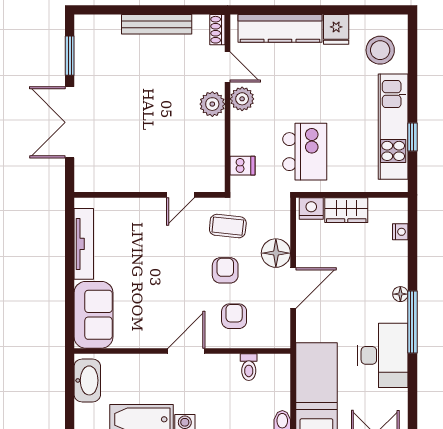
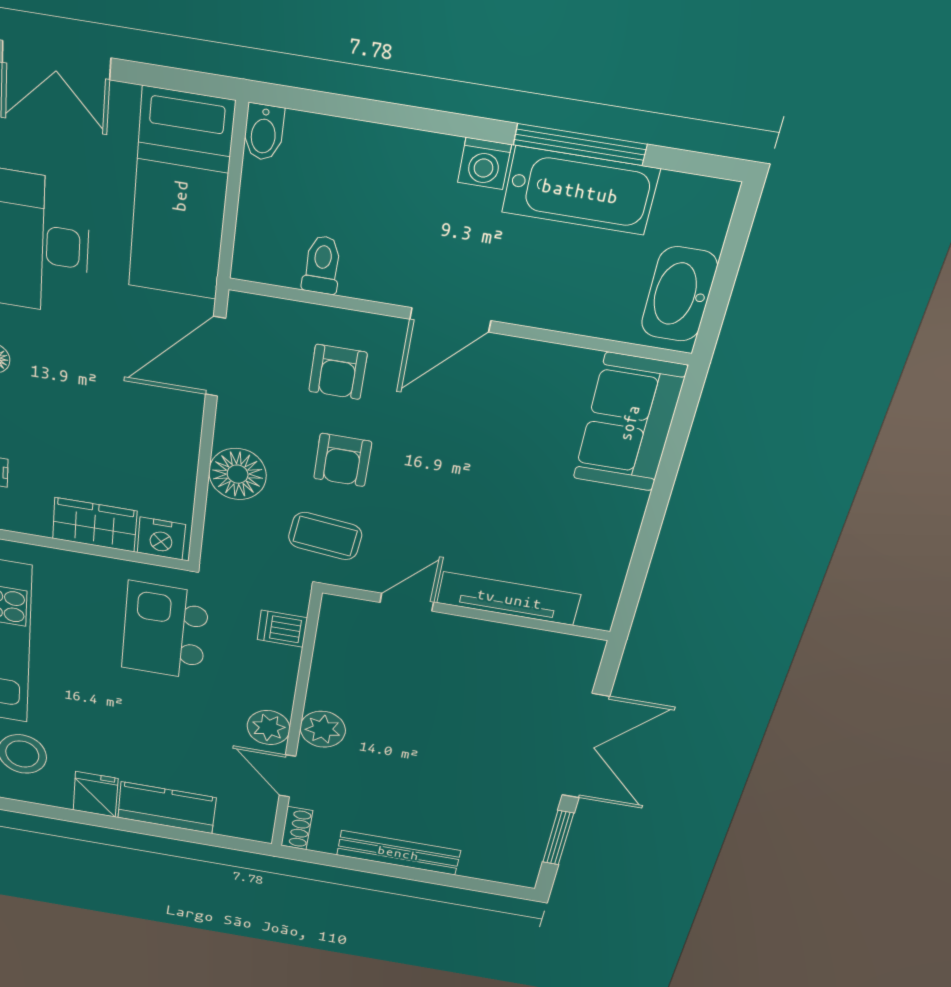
kitchen counter: (280, 28) -> (167, 808), width x0.67
tv unit: (84, 244) -> (509, 599), moved, turned 90
door: (293, 288) -> (215, 357), moved

